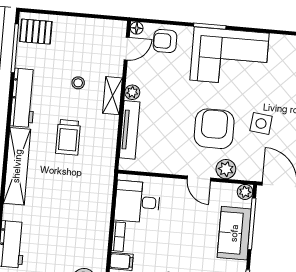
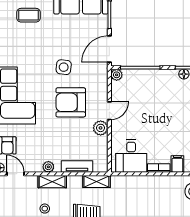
tv unit: (130, 130) -> (77, 167), width x0.71
shelving: (108, 154) -> (96, 181), added
plant: (226, 169) -> (101, 128), moved
sofa: (234, 233) -> (149, 80), removed

